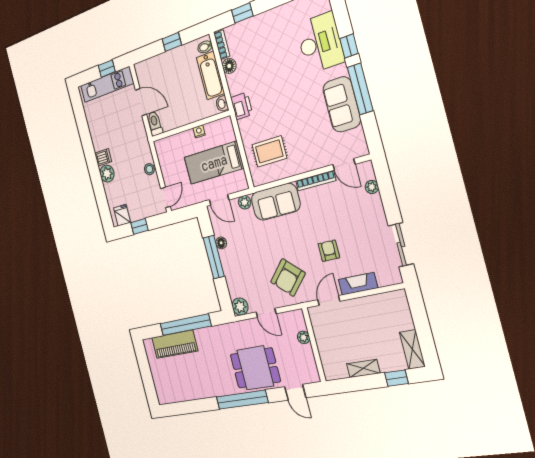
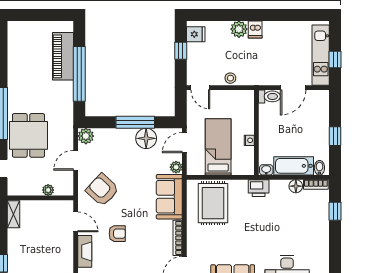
rug: (269, 151) -> (213, 203), width x1.36, depth x1.43
floor lamp: (221, 243) -> (146, 138), width x1.89, depth x1.89
shelving: (363, 368) -> (13, 214), moved

